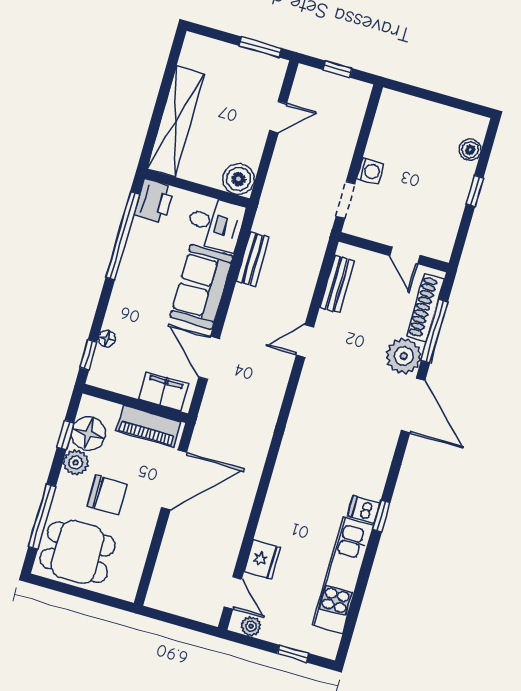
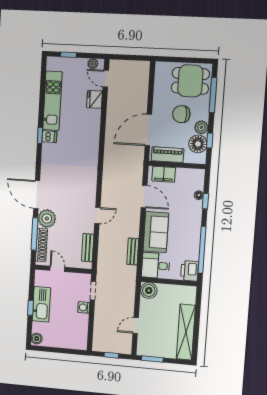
shelving: (176, 121) -> (186, 332), moved
boiler: (470, 150) -> (37, 339), moved
kitchen sink: (452, 193) -> (41, 304), added
window: (88, 355) -> (205, 201), moved

